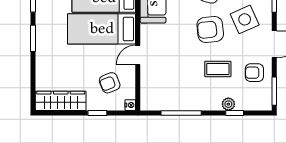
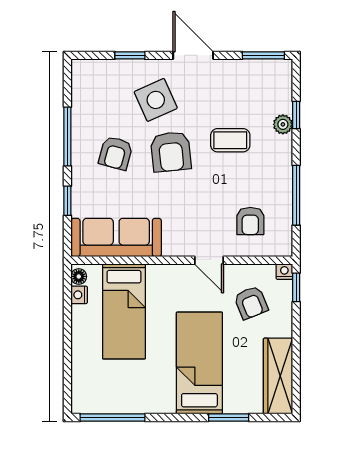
bed: (102, 29) -> (199, 363), moved, turned 180
window: (33, 38) -> (229, 418), moved
coffee table: (218, 69) -> (230, 140), turned 90
armchair: (254, 73) -> (250, 221), moved
window: (97, 113) -> (296, 287), moved

